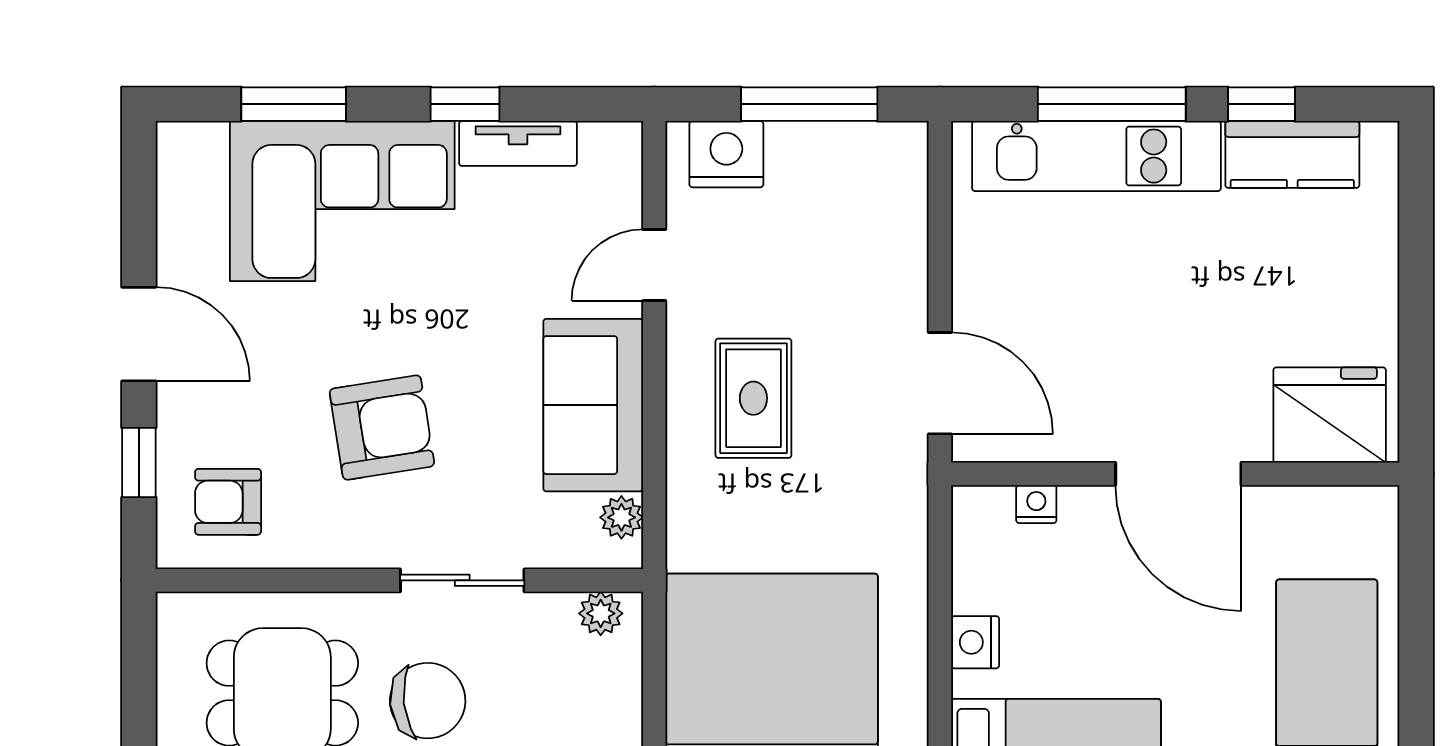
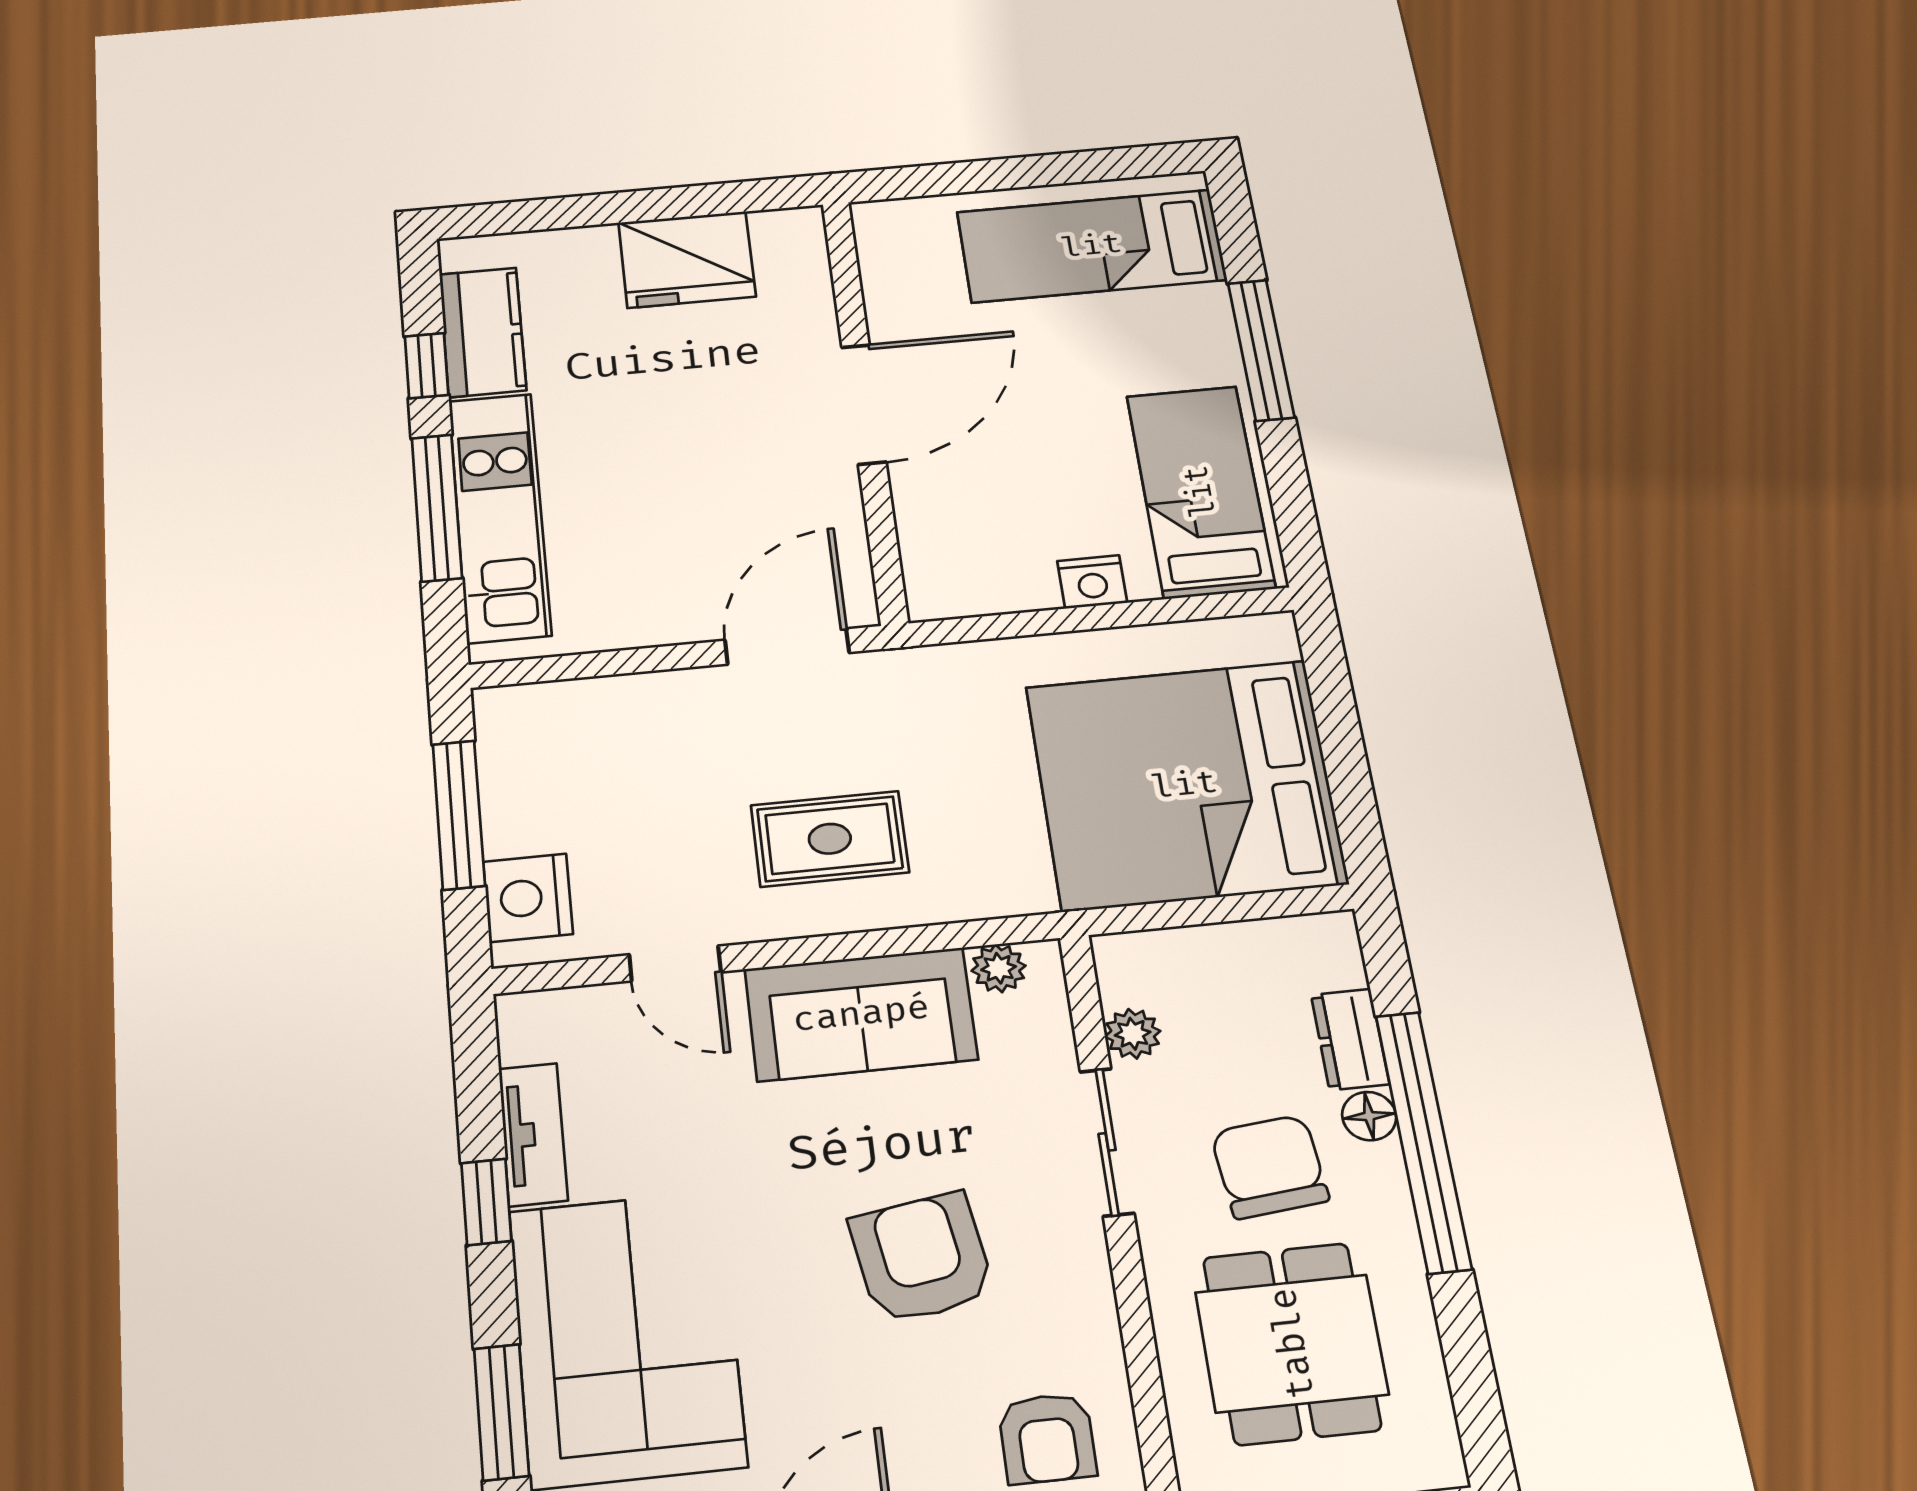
fridge: (1330, 415) -> (687, 259), moved, turned -90
nightstand: (1036, 504) -> (919, 537), removed
plant: (601, 613) -> (1133, 1034), moved

